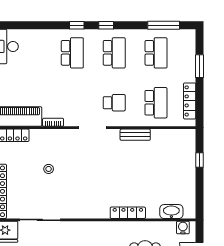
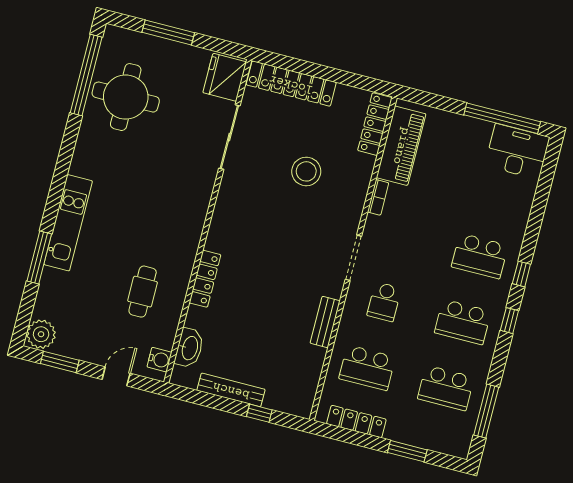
stool: (49, 169) -> (306, 171), width x1.89, depth x1.89
bench: (190, 180) -> (231, 390), added

